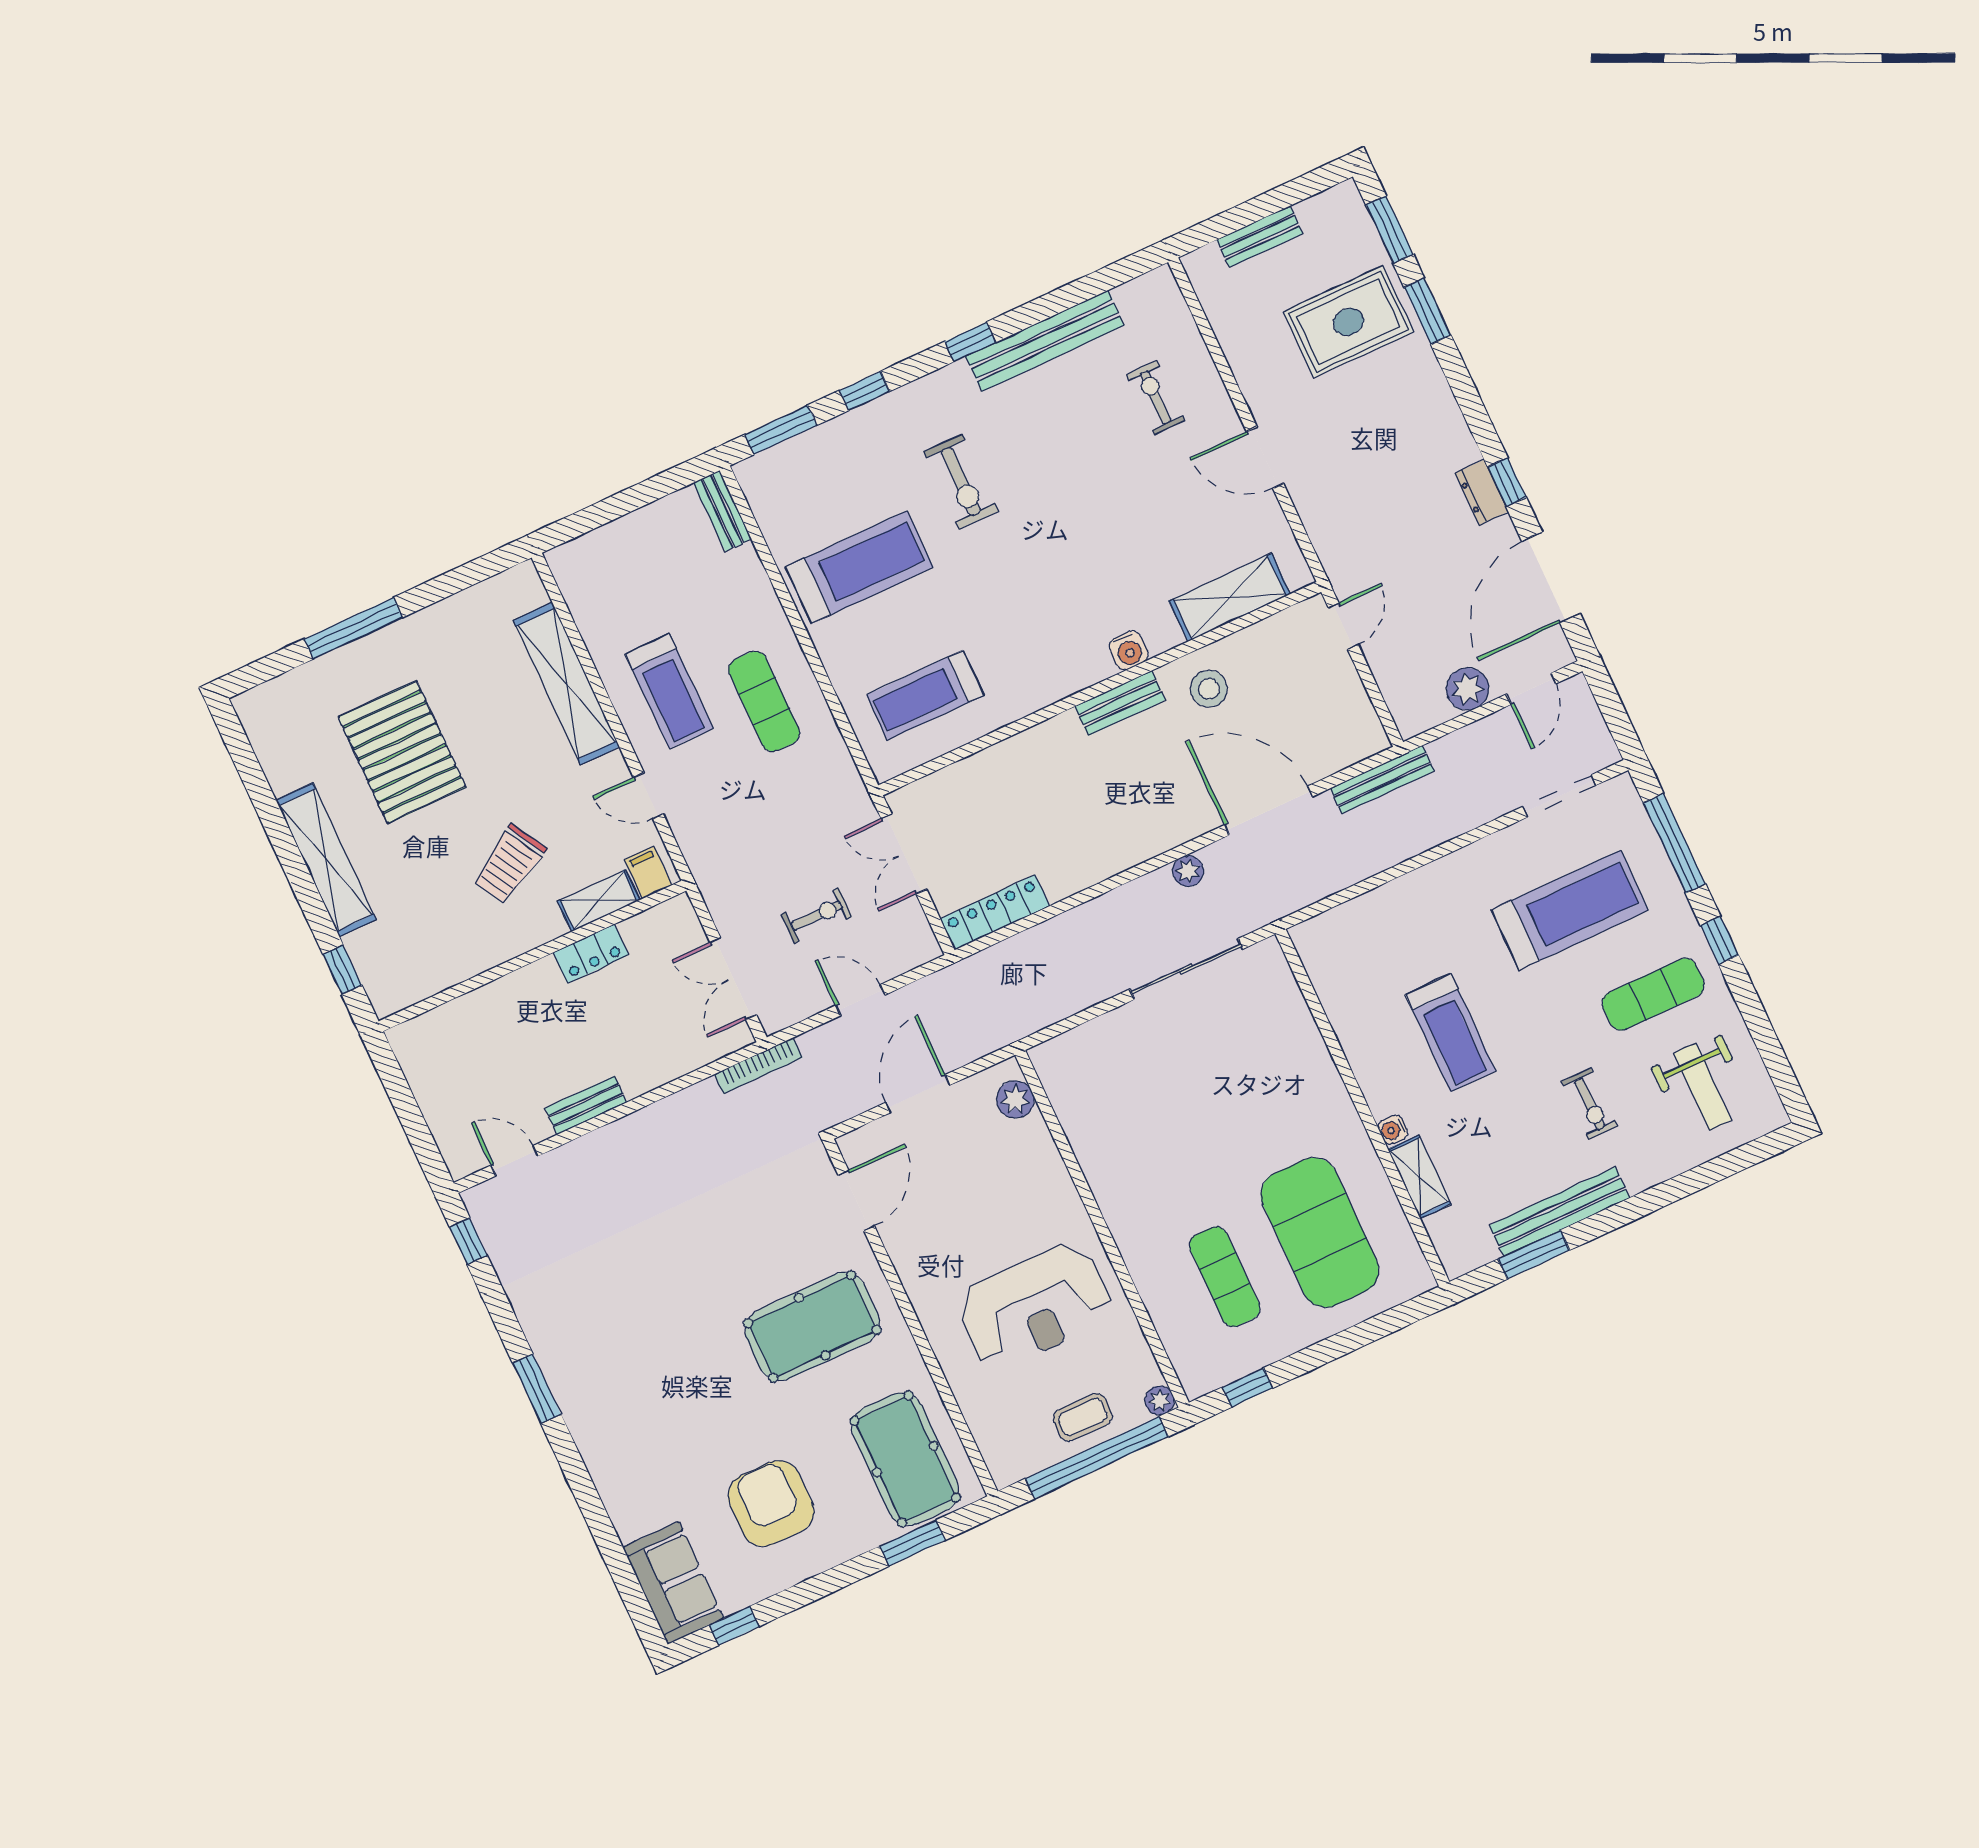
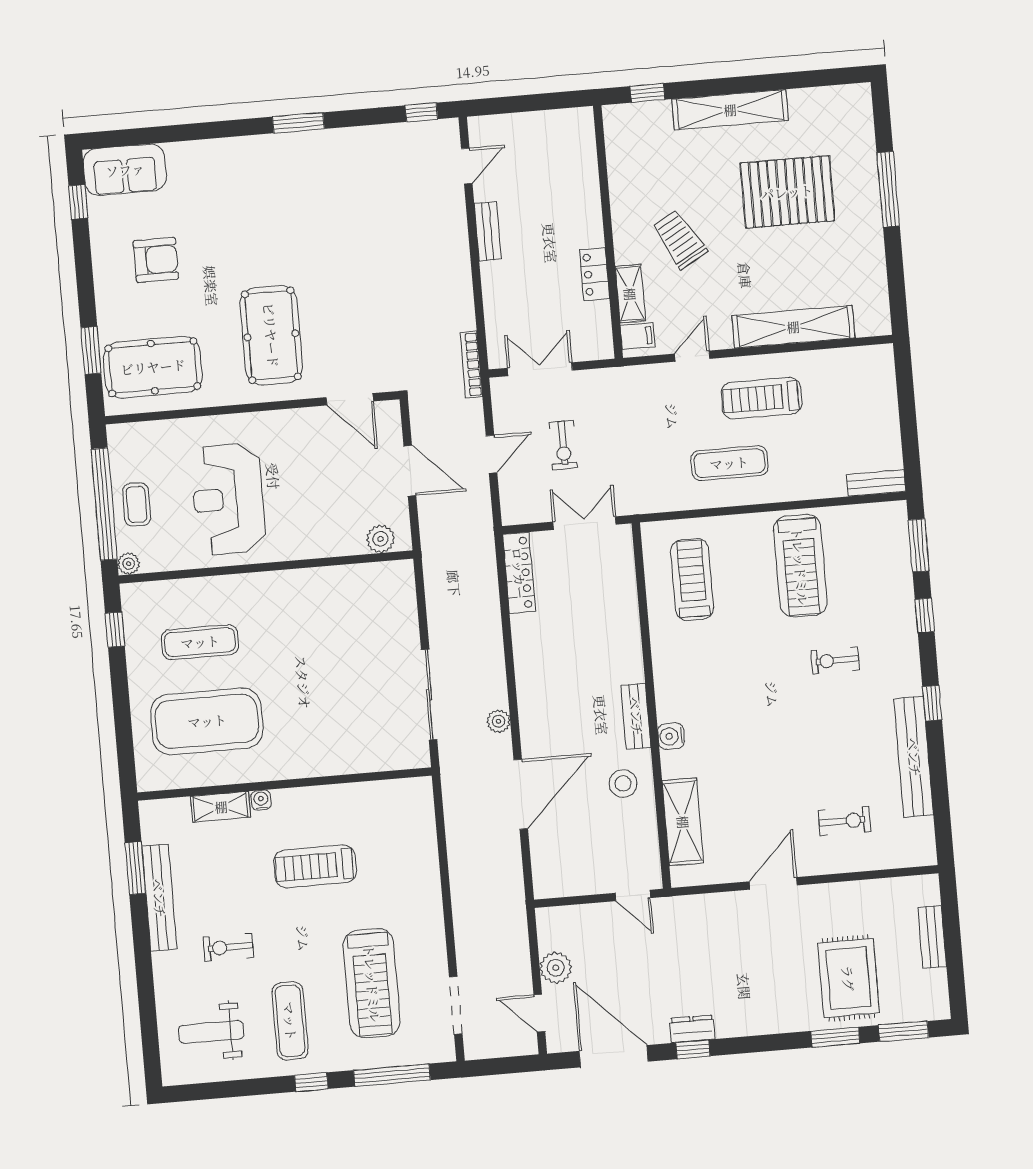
exercise bike: (961, 482) -> (835, 660), width x0.73, depth x0.72
bench: (1382, 780) -> (513, 883), removed
armchair: (771, 1504) -> (156, 260), width x0.73, depth x0.73

